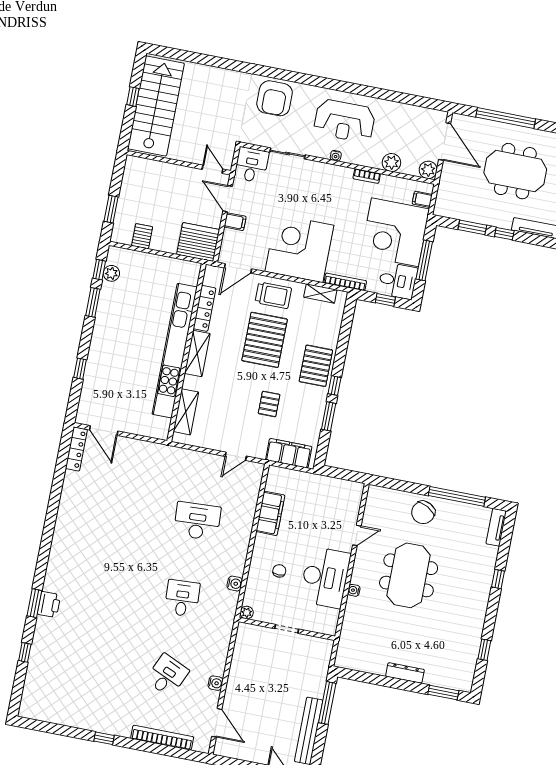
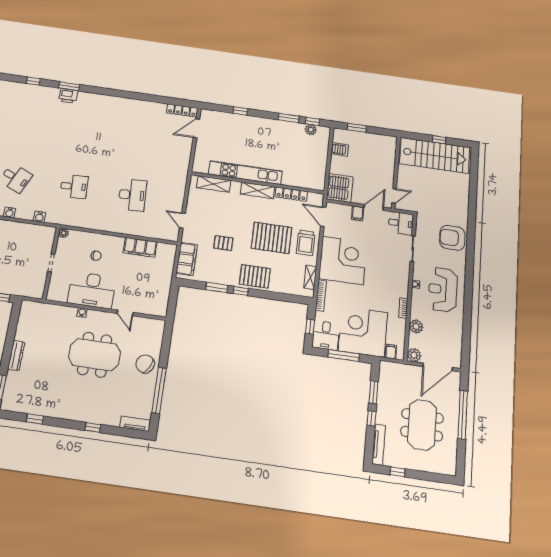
kitchen unit: (175, 351) -> (245, 173), width x0.73
water cooler: (235, 584) -> (39, 217), moved

